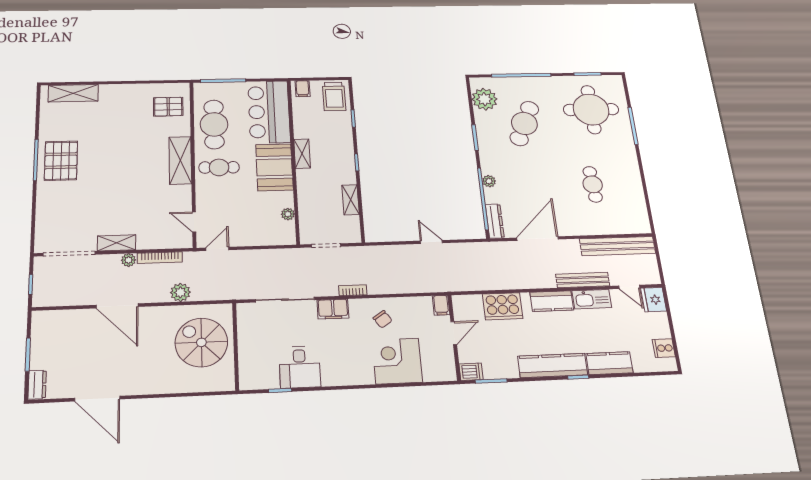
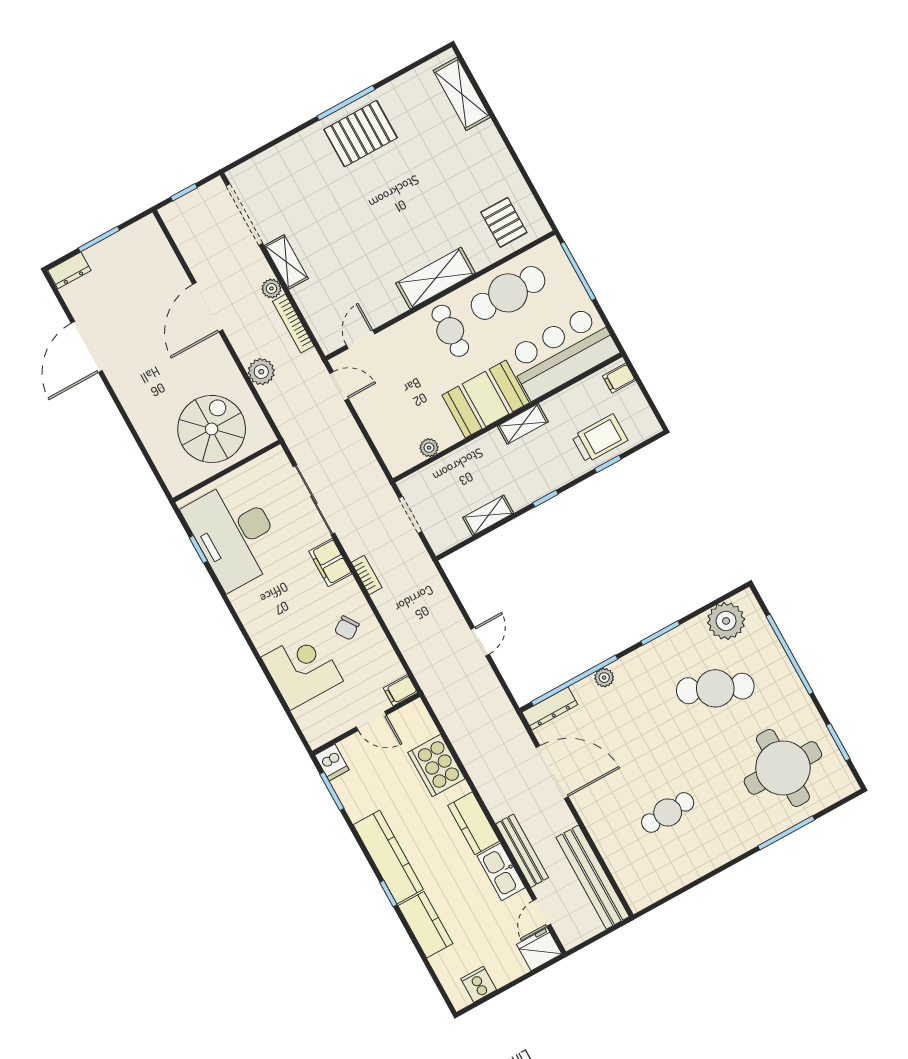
trolley: (334, 96) -> (600, 438), moved, turned 180
desk: (300, 367) -> (234, 534), width x1.87, depth x1.30

